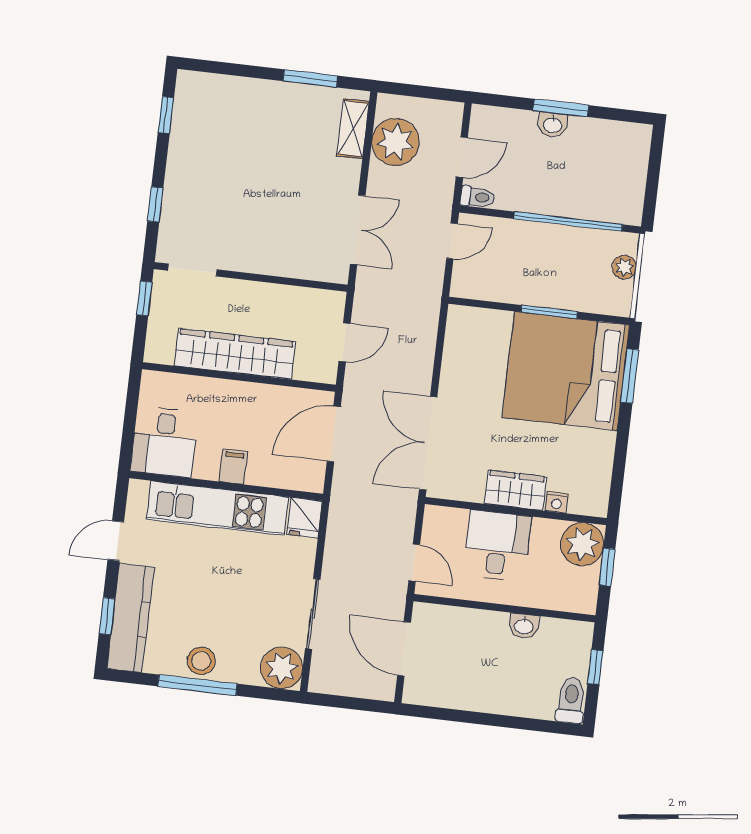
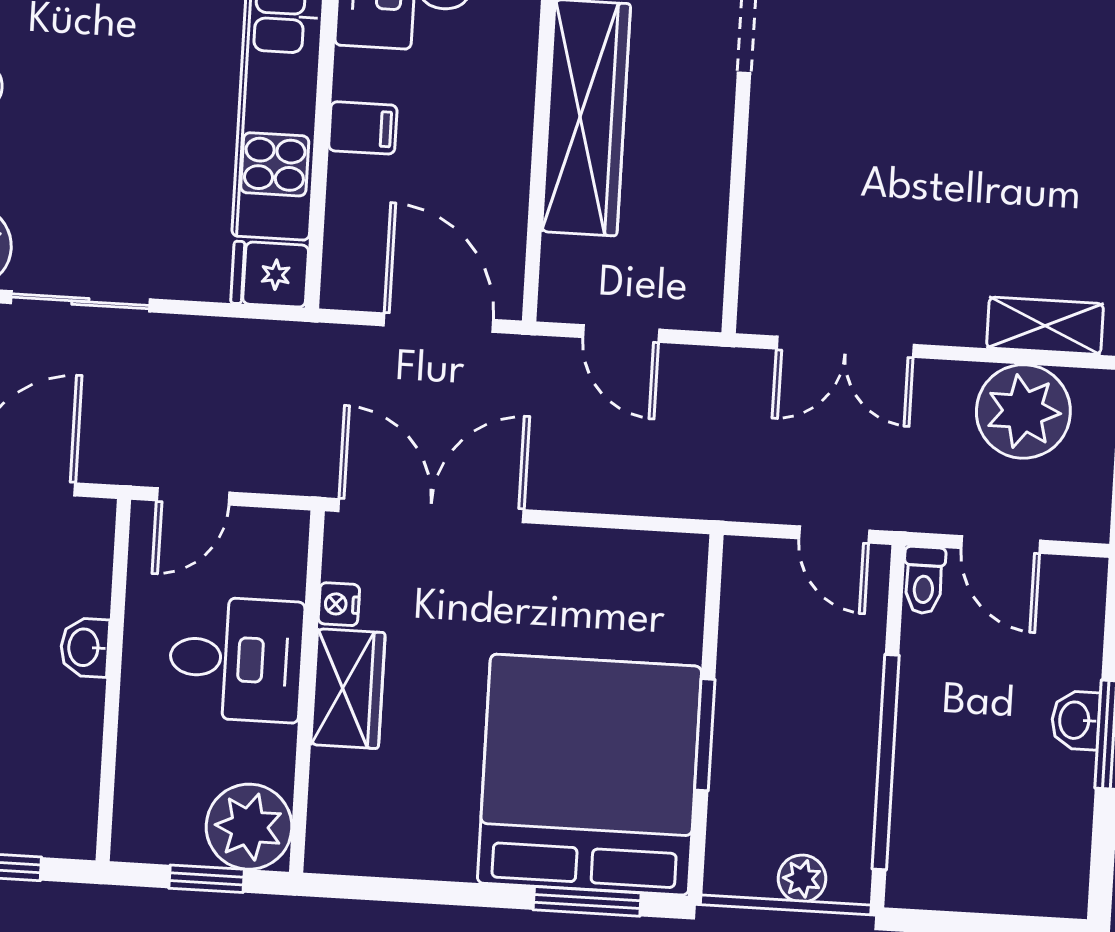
nightstand: (557, 502) -> (339, 604), moved
washbasin: (524, 626) -> (85, 647), moved

